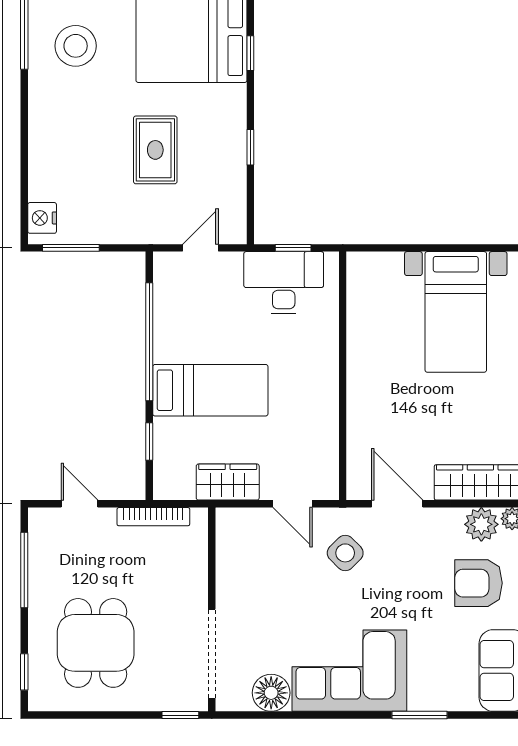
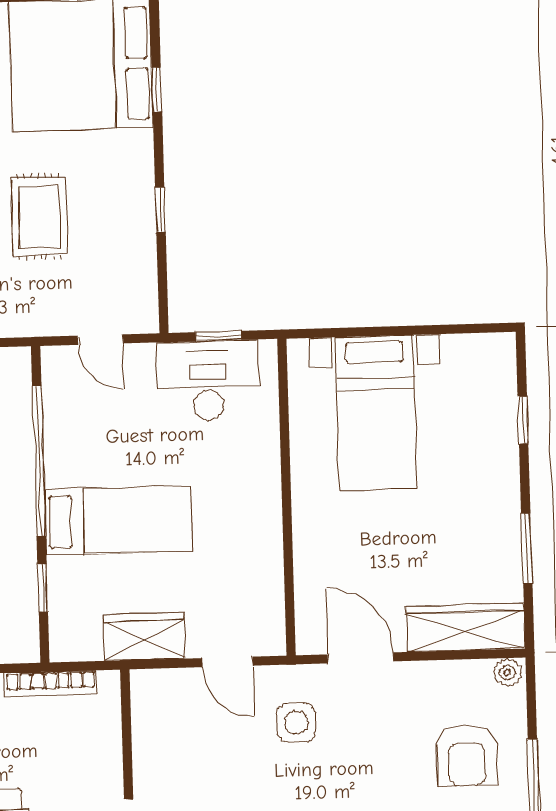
door: (200, 248) -> (101, 340), swing flipped
bed with nightstands: (456, 312) -> (376, 413), moved
plant: (481, 524) -> (469, 681), removed
side table: (345, 553) -> (296, 722), turned 45
armchair: (478, 583) -> (467, 756), turned -90

